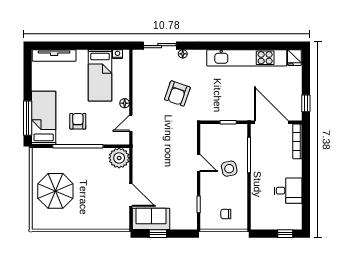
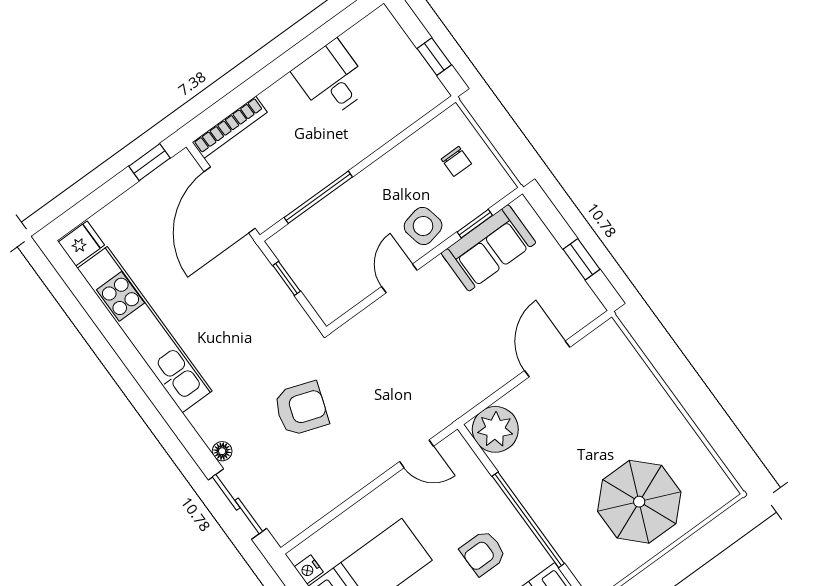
floor lamp: (125, 103) -> (389, 492), removed
side table: (229, 169) -> (423, 226), moved
sofa: (151, 219) -> (488, 248), moved, turned -90
window: (285, 234) -> (434, 57), moved

